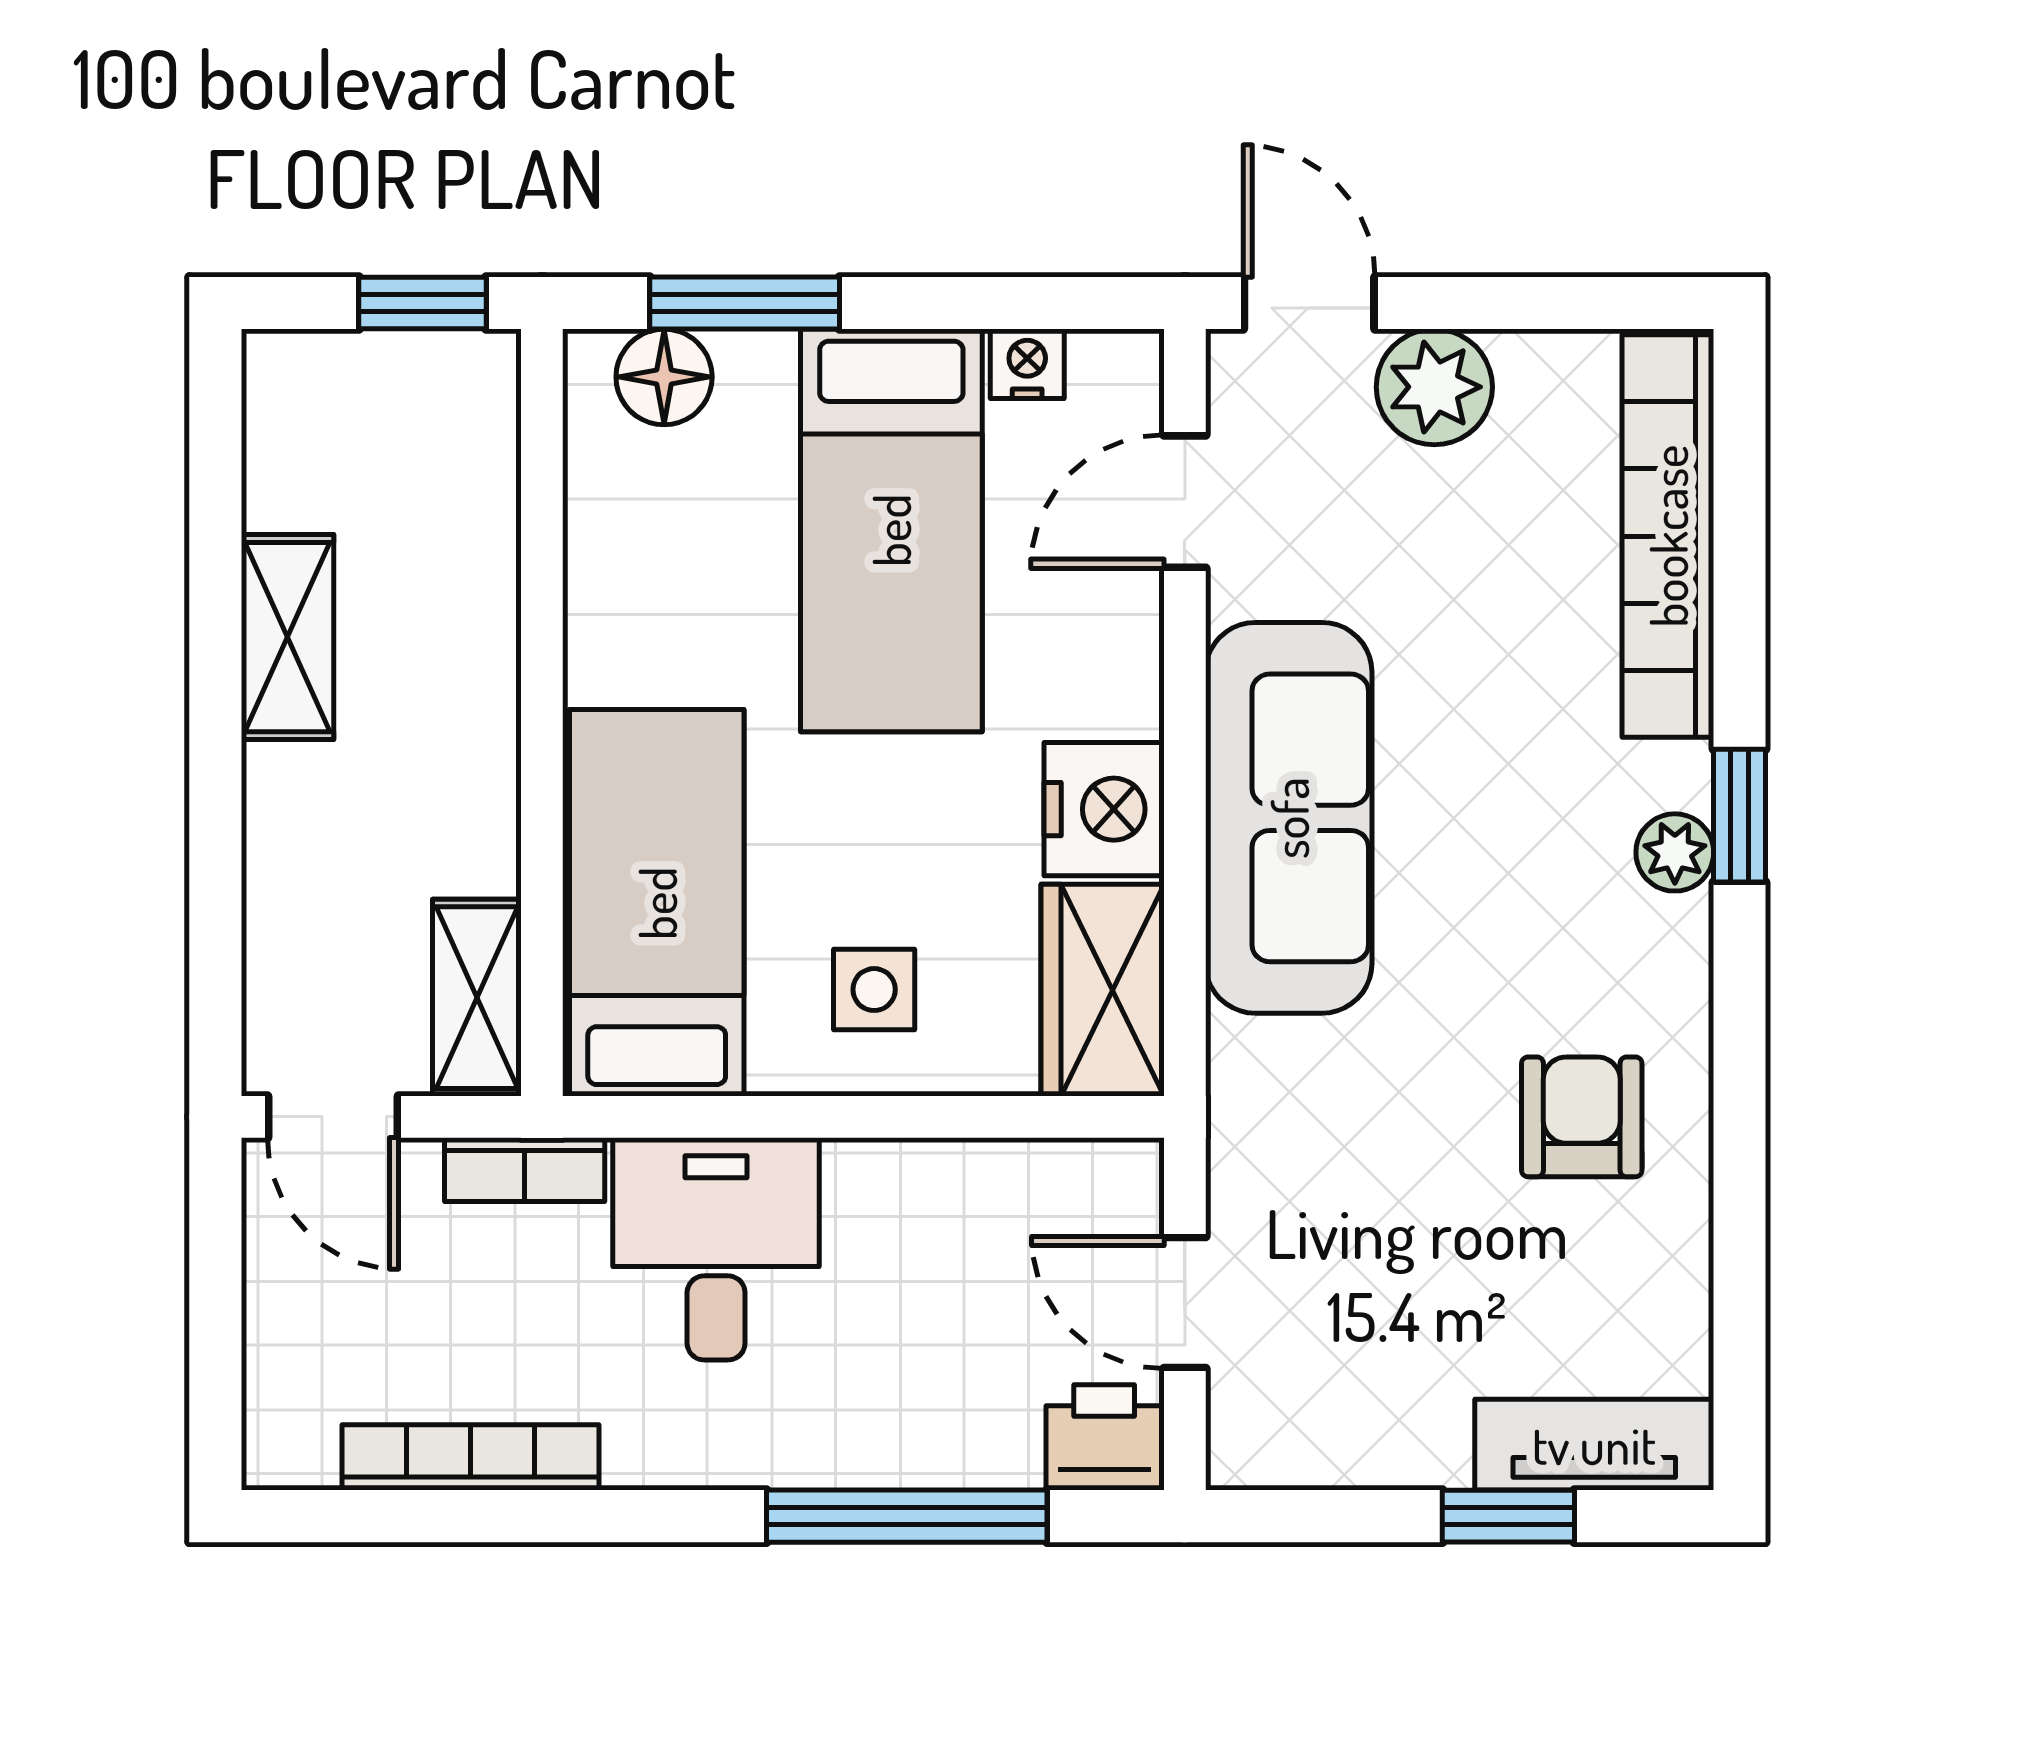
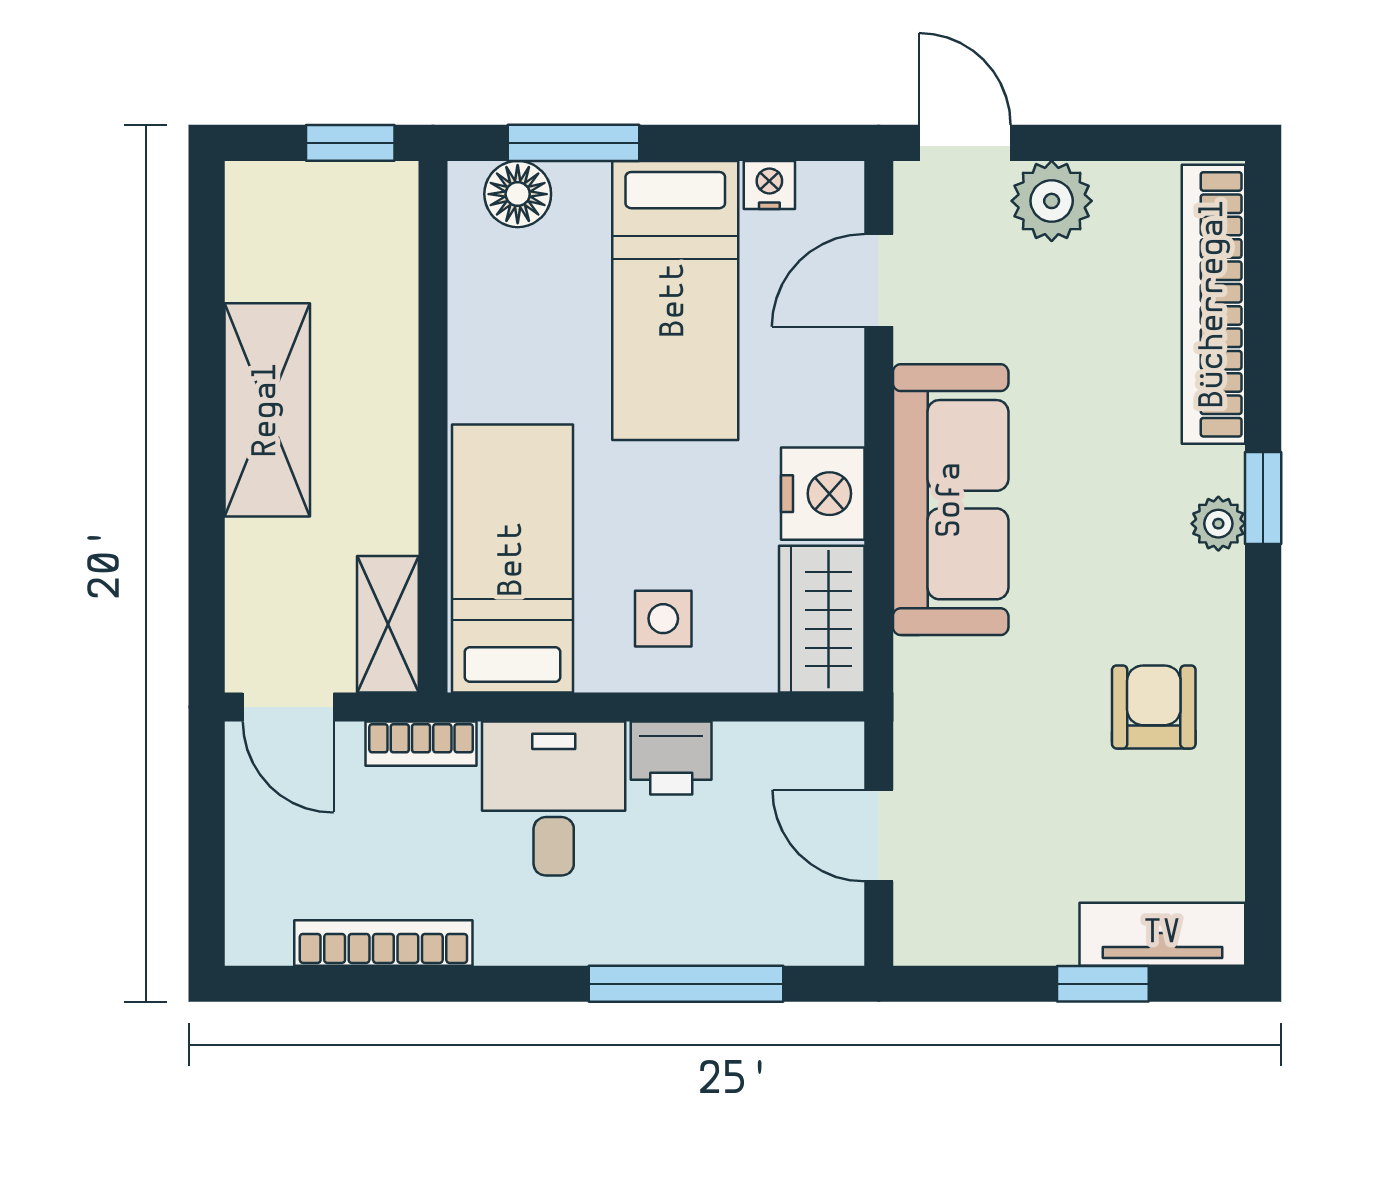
shelving: (287, 637) -> (267, 410), width x1.50, depth x1.33
printer: (1104, 1437) -> (671, 758), moved, turned 180

